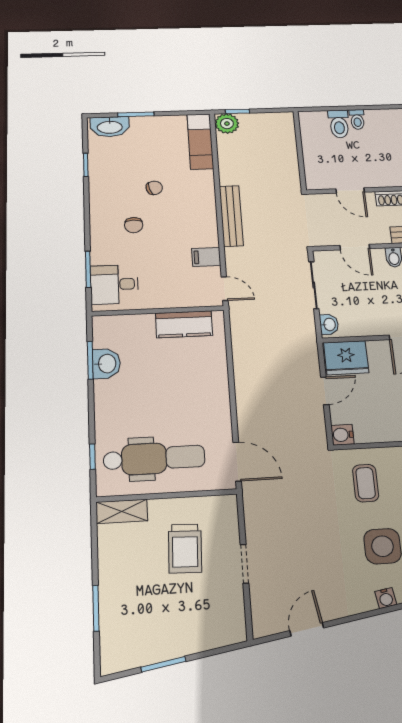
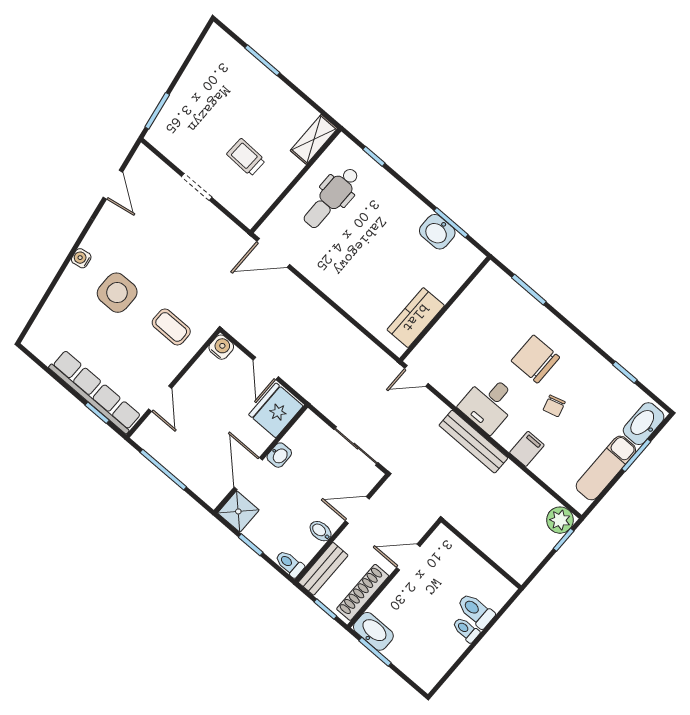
exam couch: (200, 141) -> (606, 468), moved, turned -90
chair: (134, 225) -> (535, 359), width x1.87, depth x1.87
filing cabinet: (206, 257) -> (527, 449), moved
desk: (114, 284) -> (489, 404), moved, turned 180
washbasin: (329, 324) -> (279, 455), moved, turned -90
dental chair: (154, 458) -> (331, 198), width x0.73, depth x0.72
trolley: (185, 548) -> (246, 157), width x0.73, depth x0.72
window: (163, 664) -> (157, 111), moved

